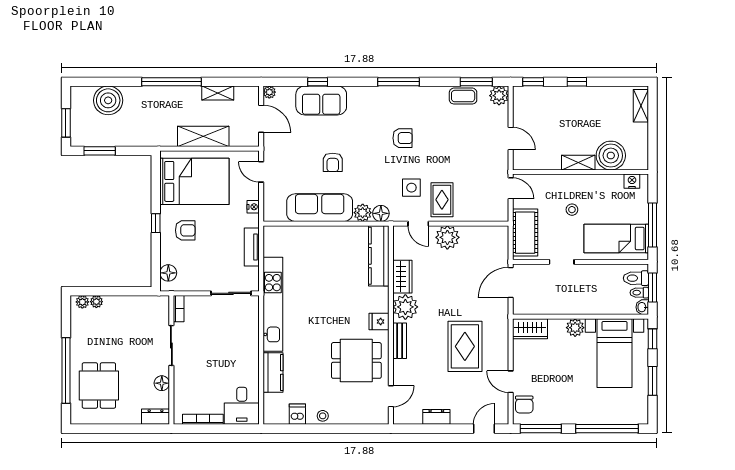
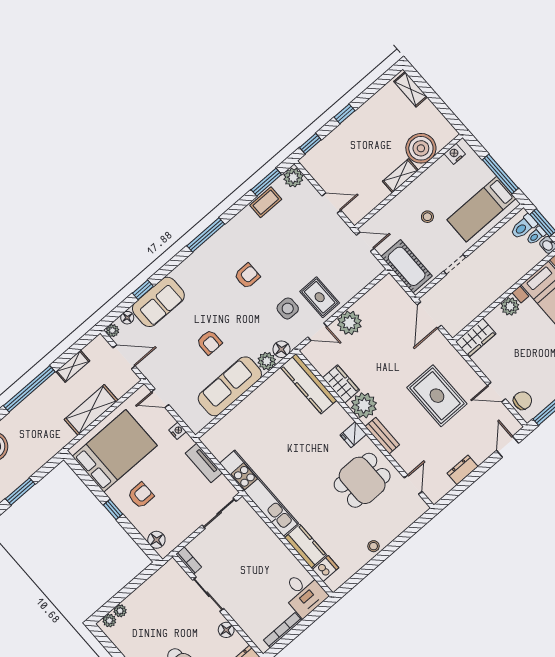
floor lamp: (288, 92) -> (127, 318), added
chair: (524, 404) -> (522, 401), turned -90
dishwasher: (297, 414) -> (326, 569), moved, turned 90

